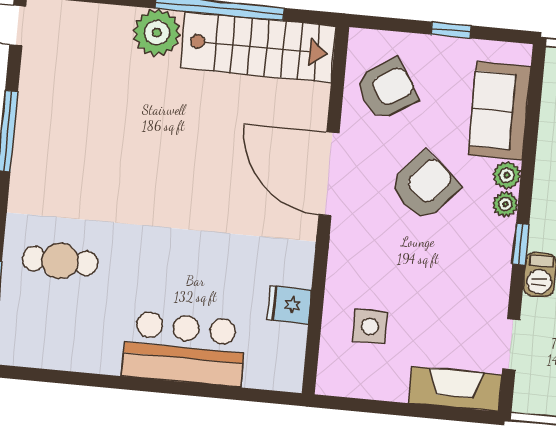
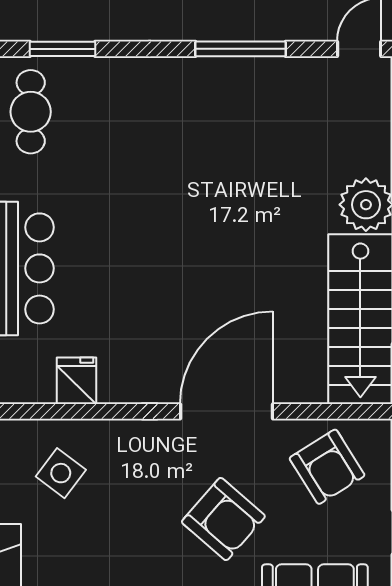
cafe table: (60, 261) -> (31, 112), moved
side table: (370, 327) -> (61, 473), turned 37

